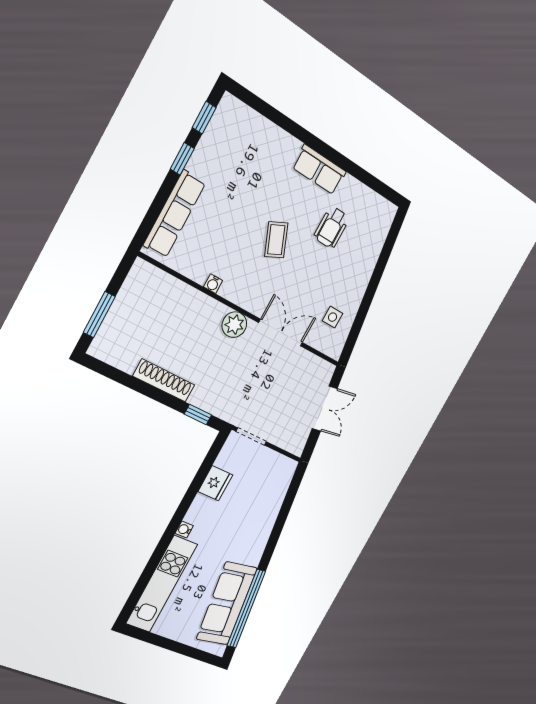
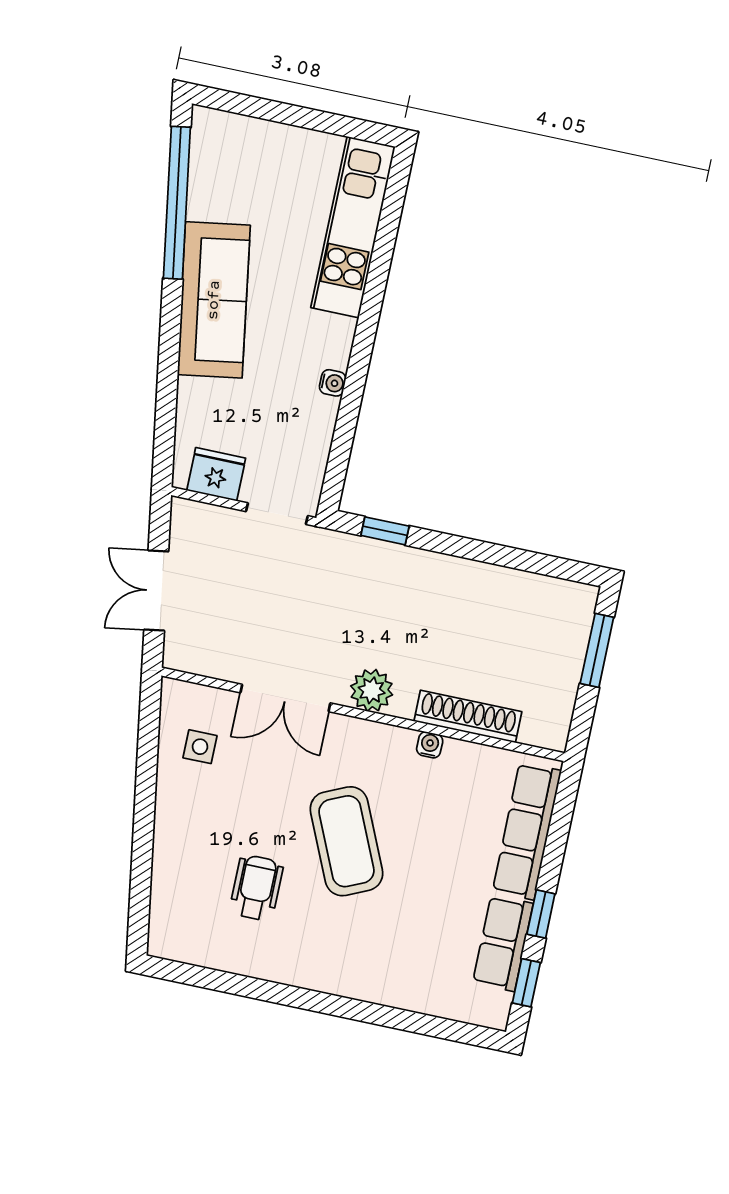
row of seats: (319, 170) -> (503, 943), moved, turned -90
coffee table: (276, 240) -> (346, 841), width x1.86, depth x1.72
shoe rack: (164, 381) -> (468, 716), moved, turned 180
fridge: (215, 483) -> (216, 474), moved, turned 90
water cooler: (184, 530) -> (333, 383), moved
sofa: (227, 603) -> (214, 300), moved

